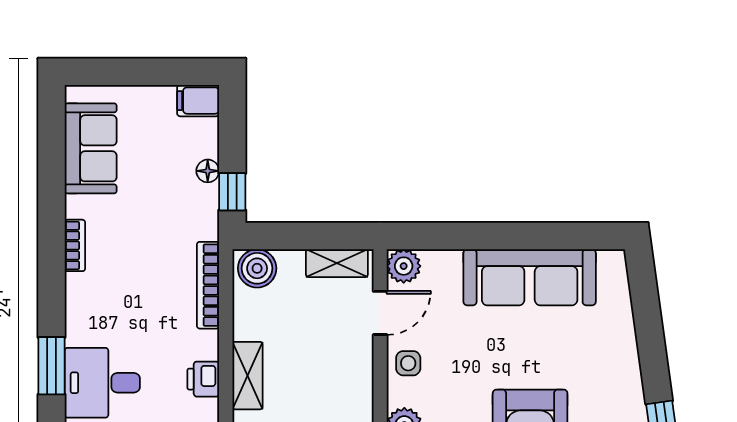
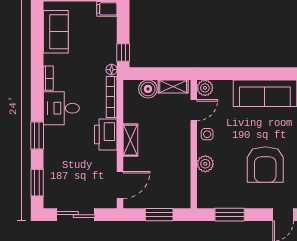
floor lamp: (208, 171) -> (112, 70), moved
boiler: (257, 268) -> (148, 89), moved
printer: (203, 379) -> (106, 134), width x1.87, depth x1.48
desk: (102, 383) -> (61, 108), moved

